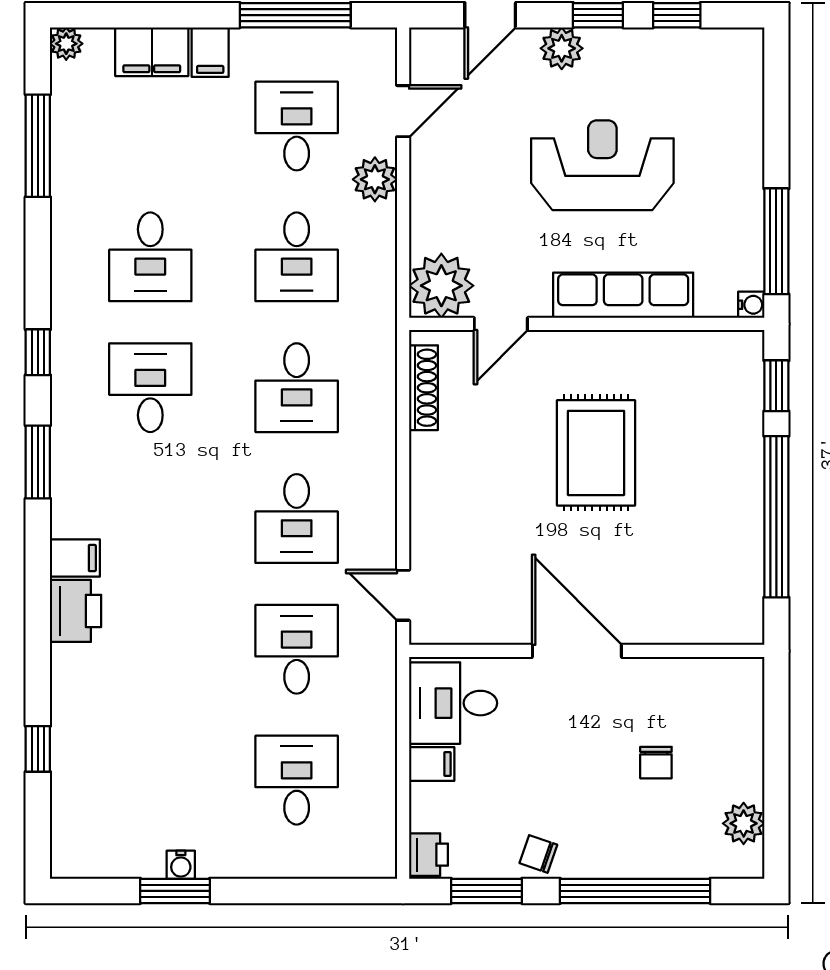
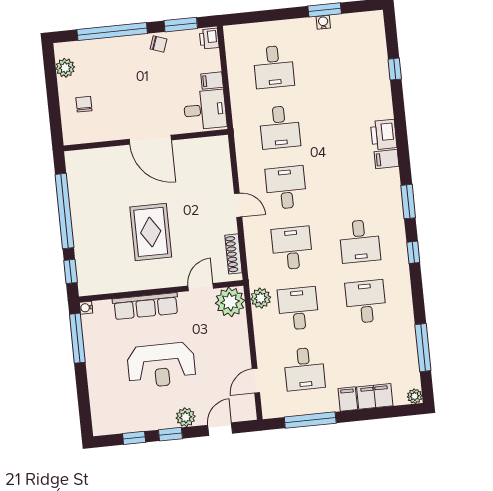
plant: (375, 179) -> (261, 298), moved
door: (403, 595) -> (238, 205), moved
chair: (656, 763) -> (84, 104), moved

